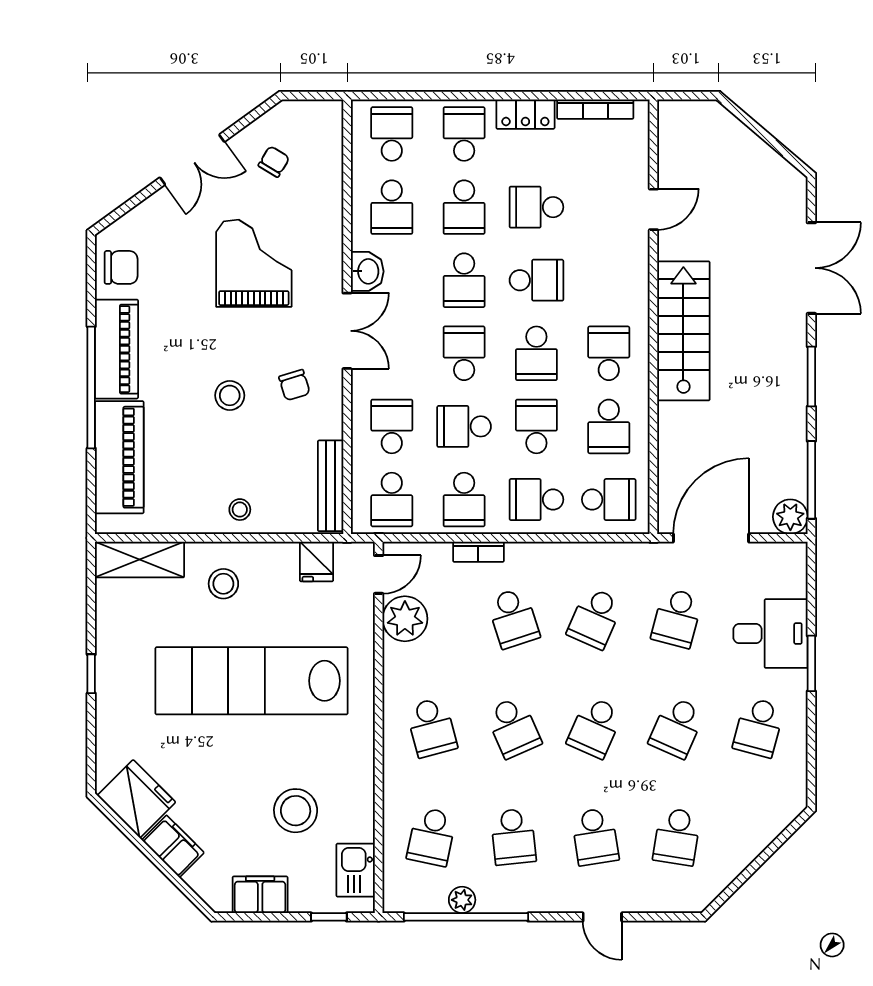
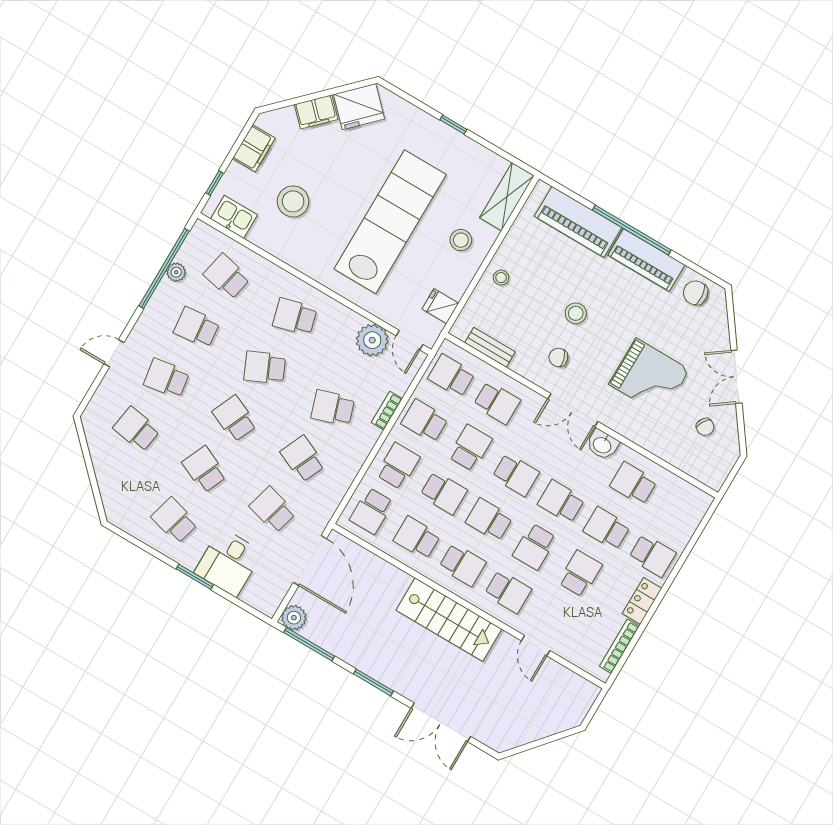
school desk: (392, 134) -> (508, 592), moved
chair: (121, 267) -> (695, 293), turned 84
bench: (331, 486) -> (490, 347), width x0.73

